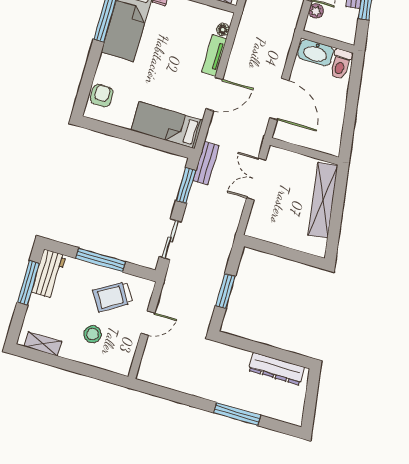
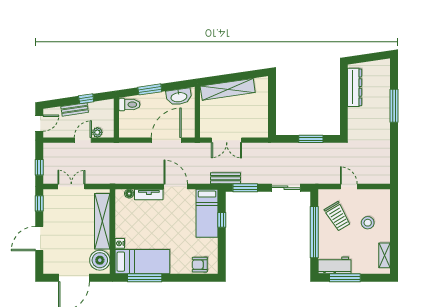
washbasin: (316, 53) -> (179, 97), moved, turned 82
window: (353, 97) -> (150, 89), added
window: (152, 142) -> (222, 220), added
window: (101, 260) -> (314, 232), width x1.46

